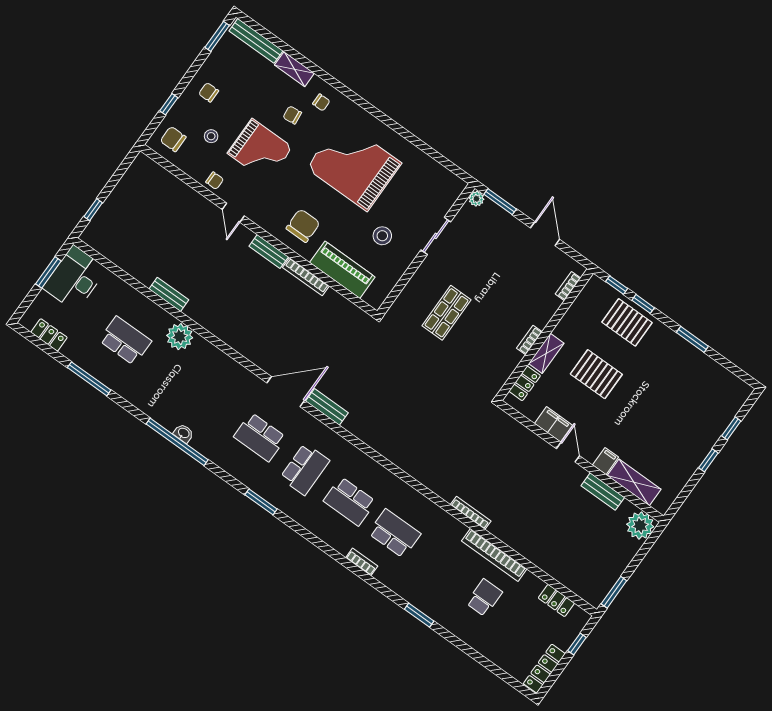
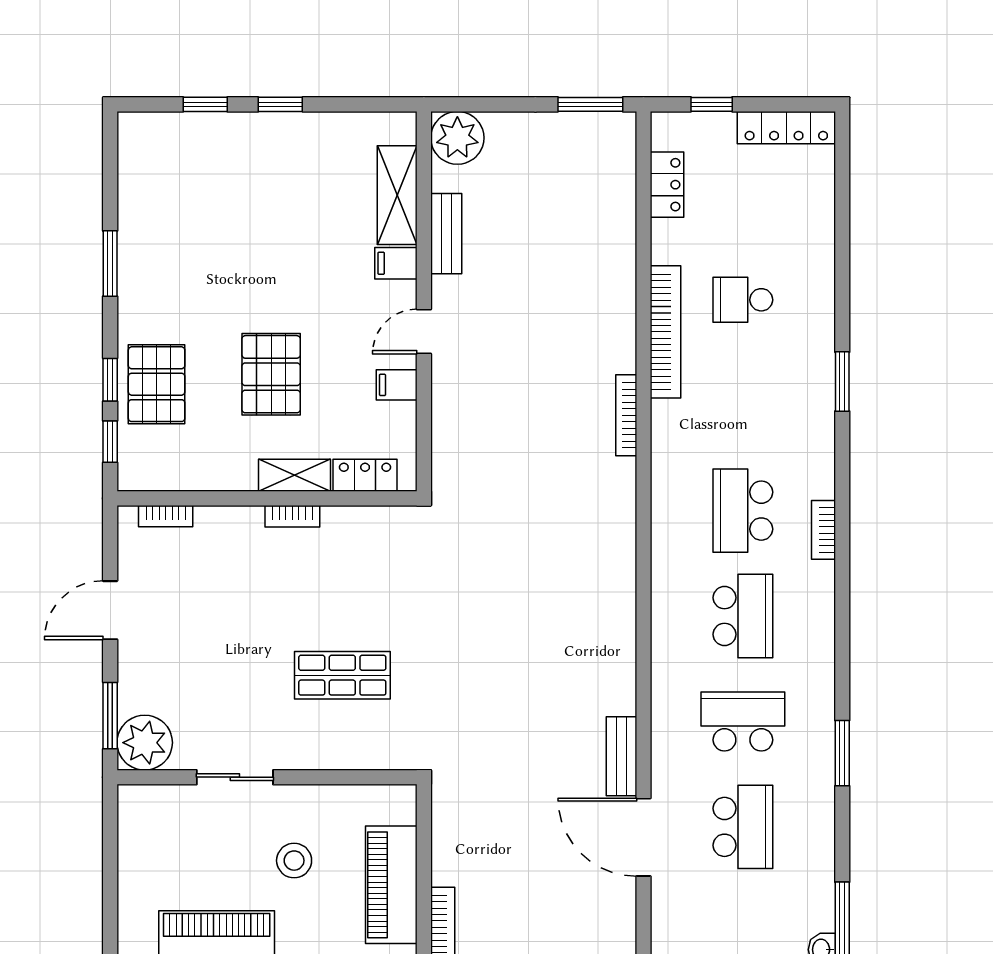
plant: (476, 199) -> (145, 743), width x1.87, depth x1.87
filing cabinet: (554, 424) -> (397, 385), width x0.50

